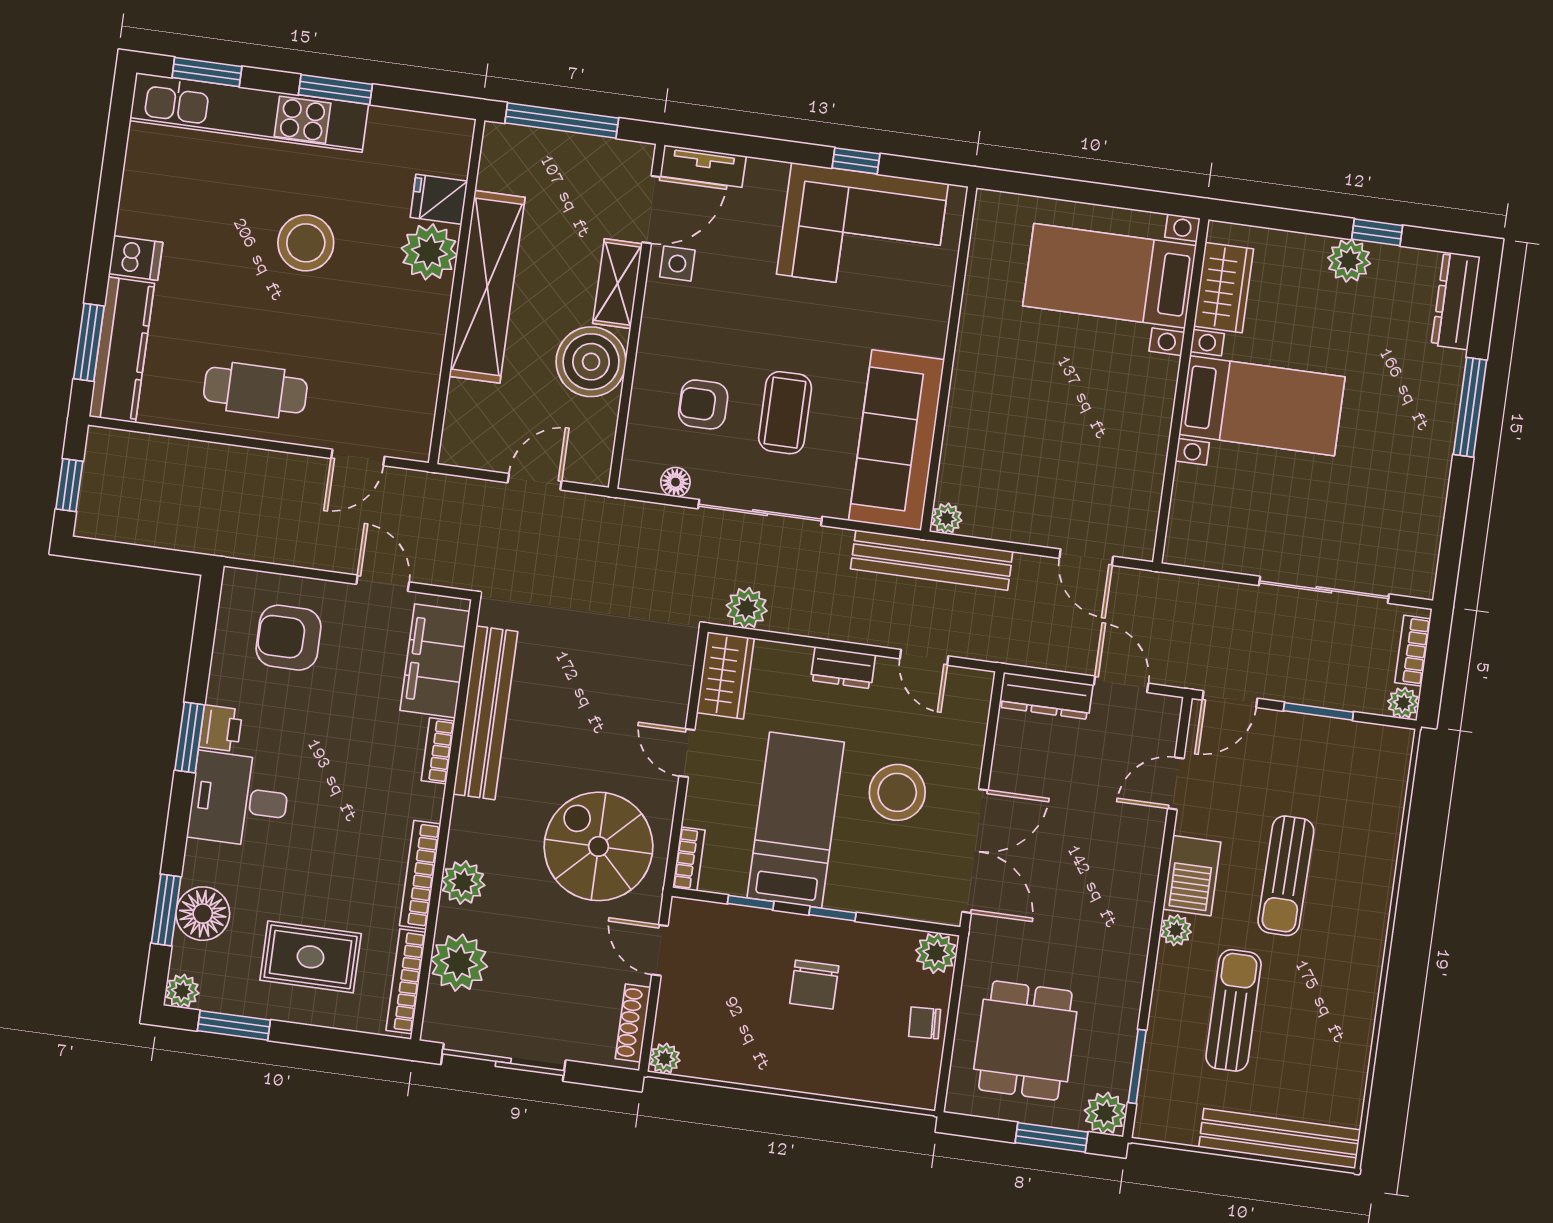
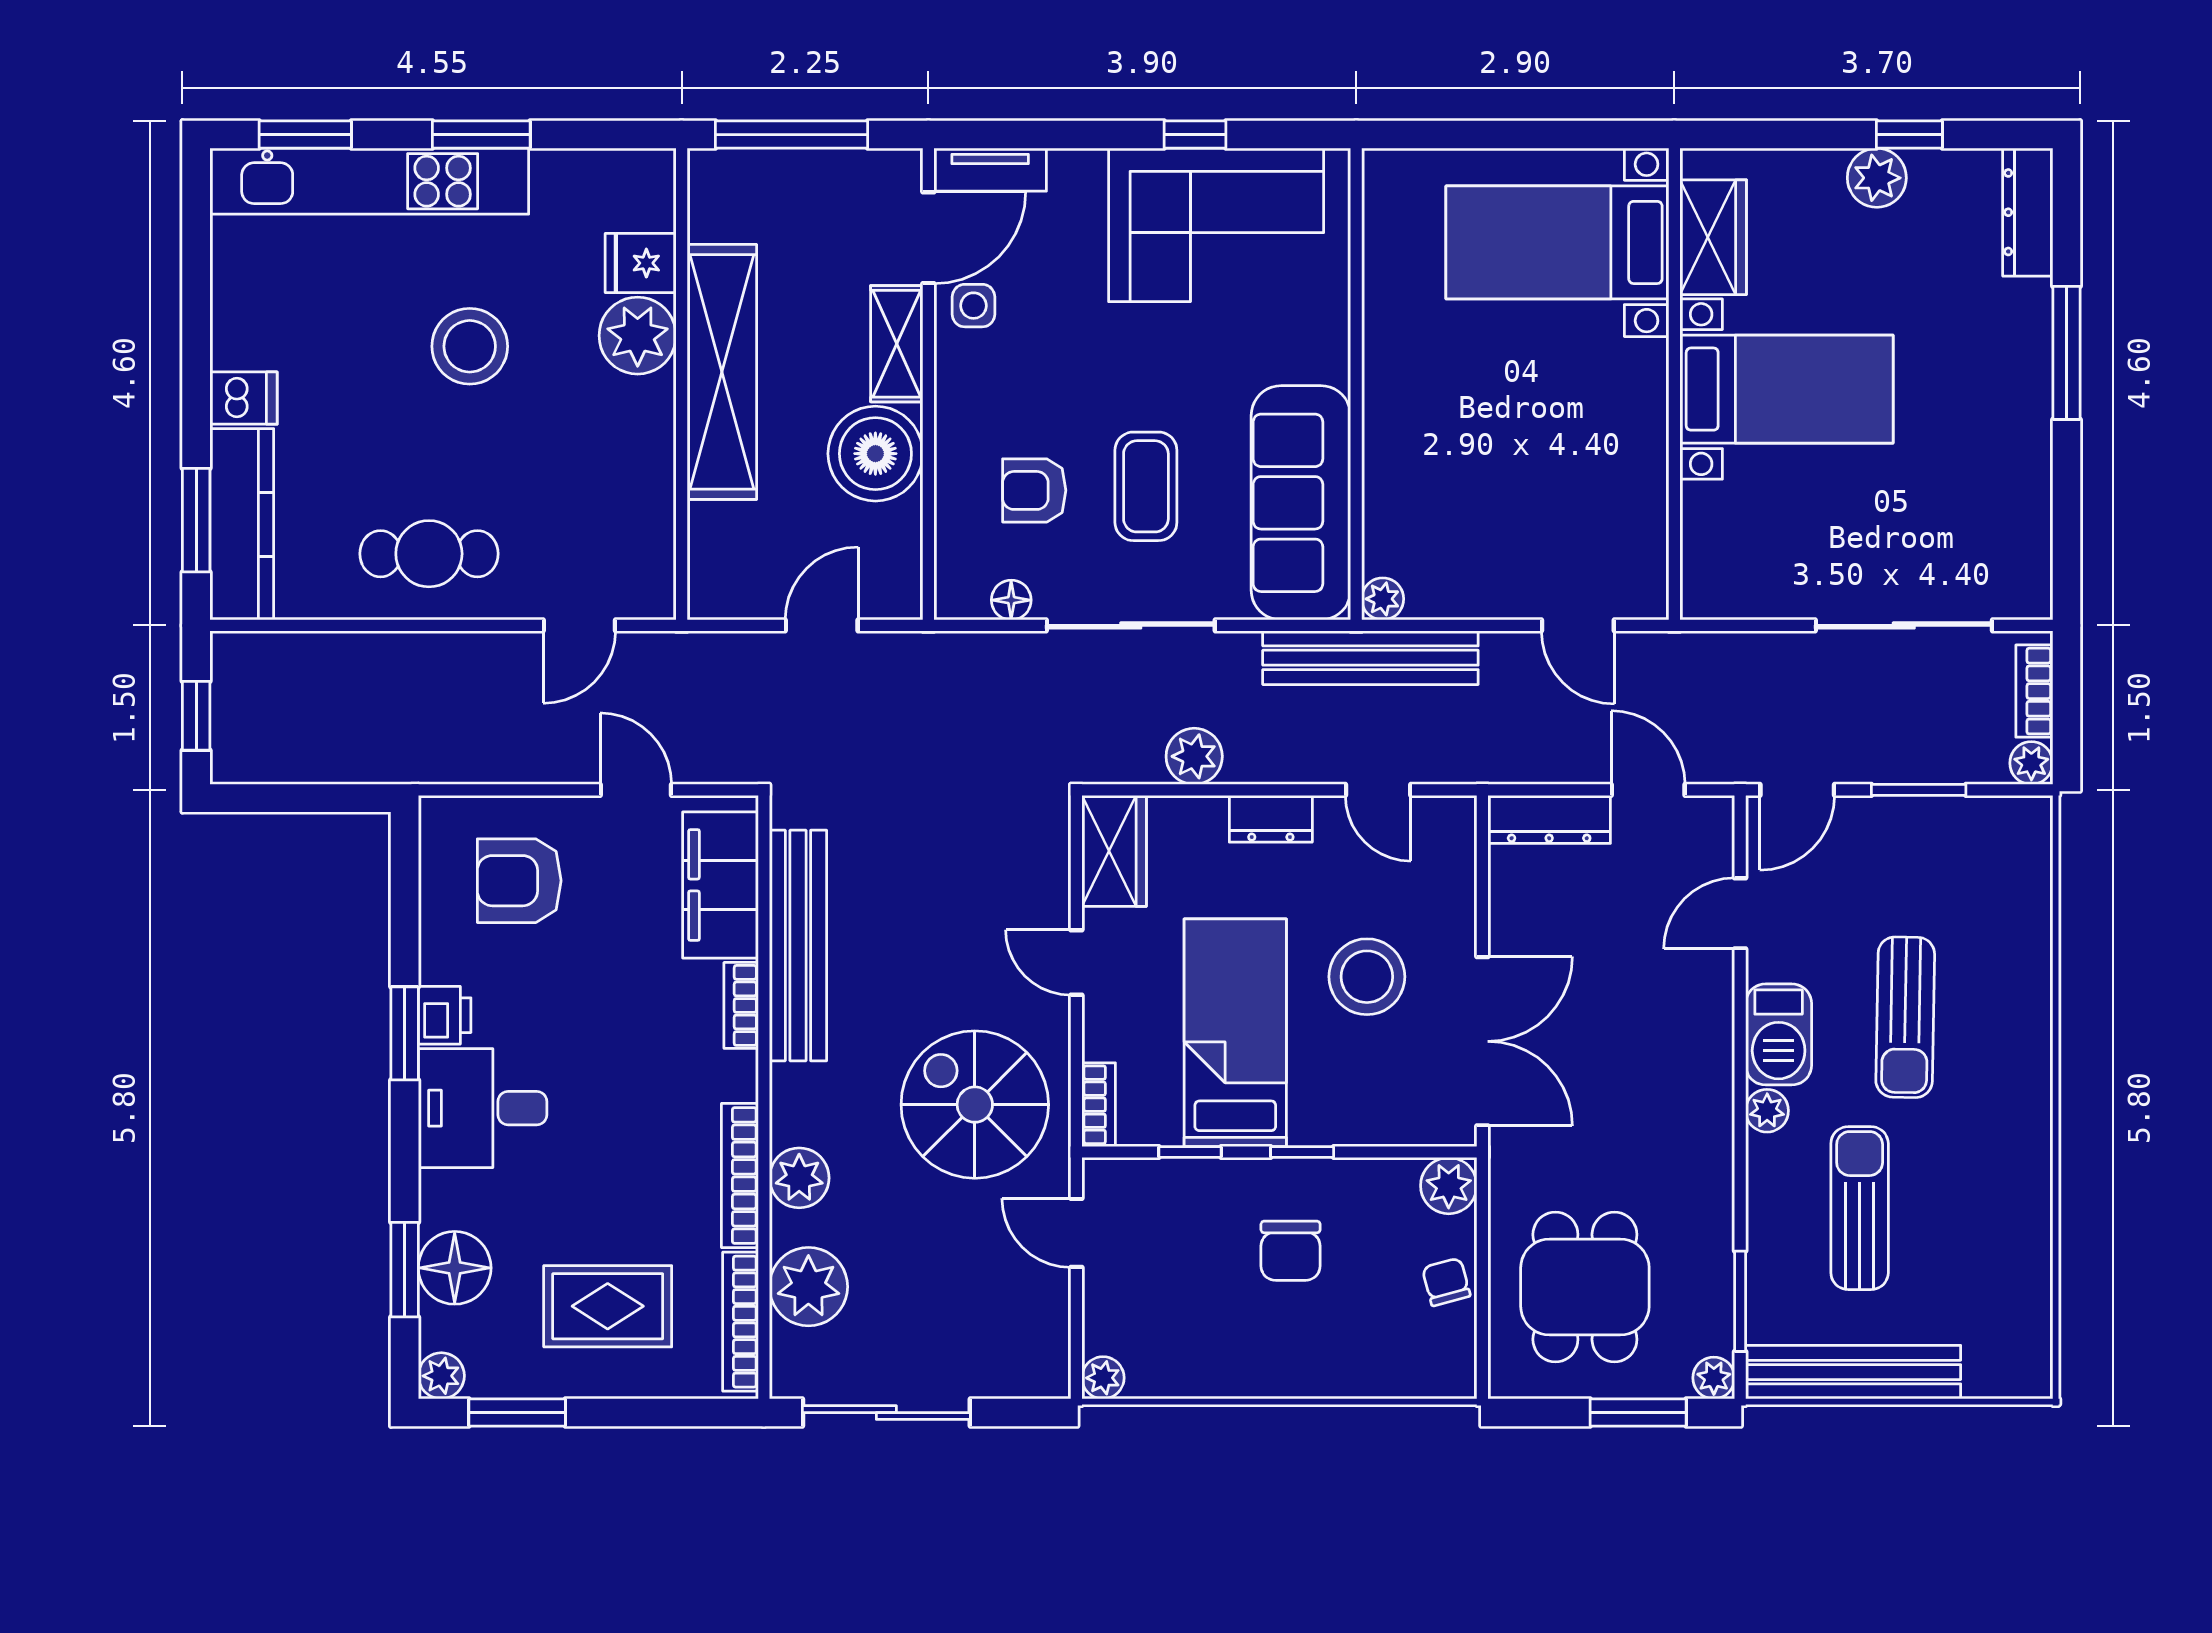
plant: (747, 608) -> (1194, 756), moved
shoe rack: (633, 1023) -> (1054, 1336), removed
chair: (925, 1023) -> (1446, 1282), turned 78
plant: (1105, 1113) -> (1714, 1378), width x0.73, depth x0.73
bench: (1280, 1139) -> (1853, 1372), moved

